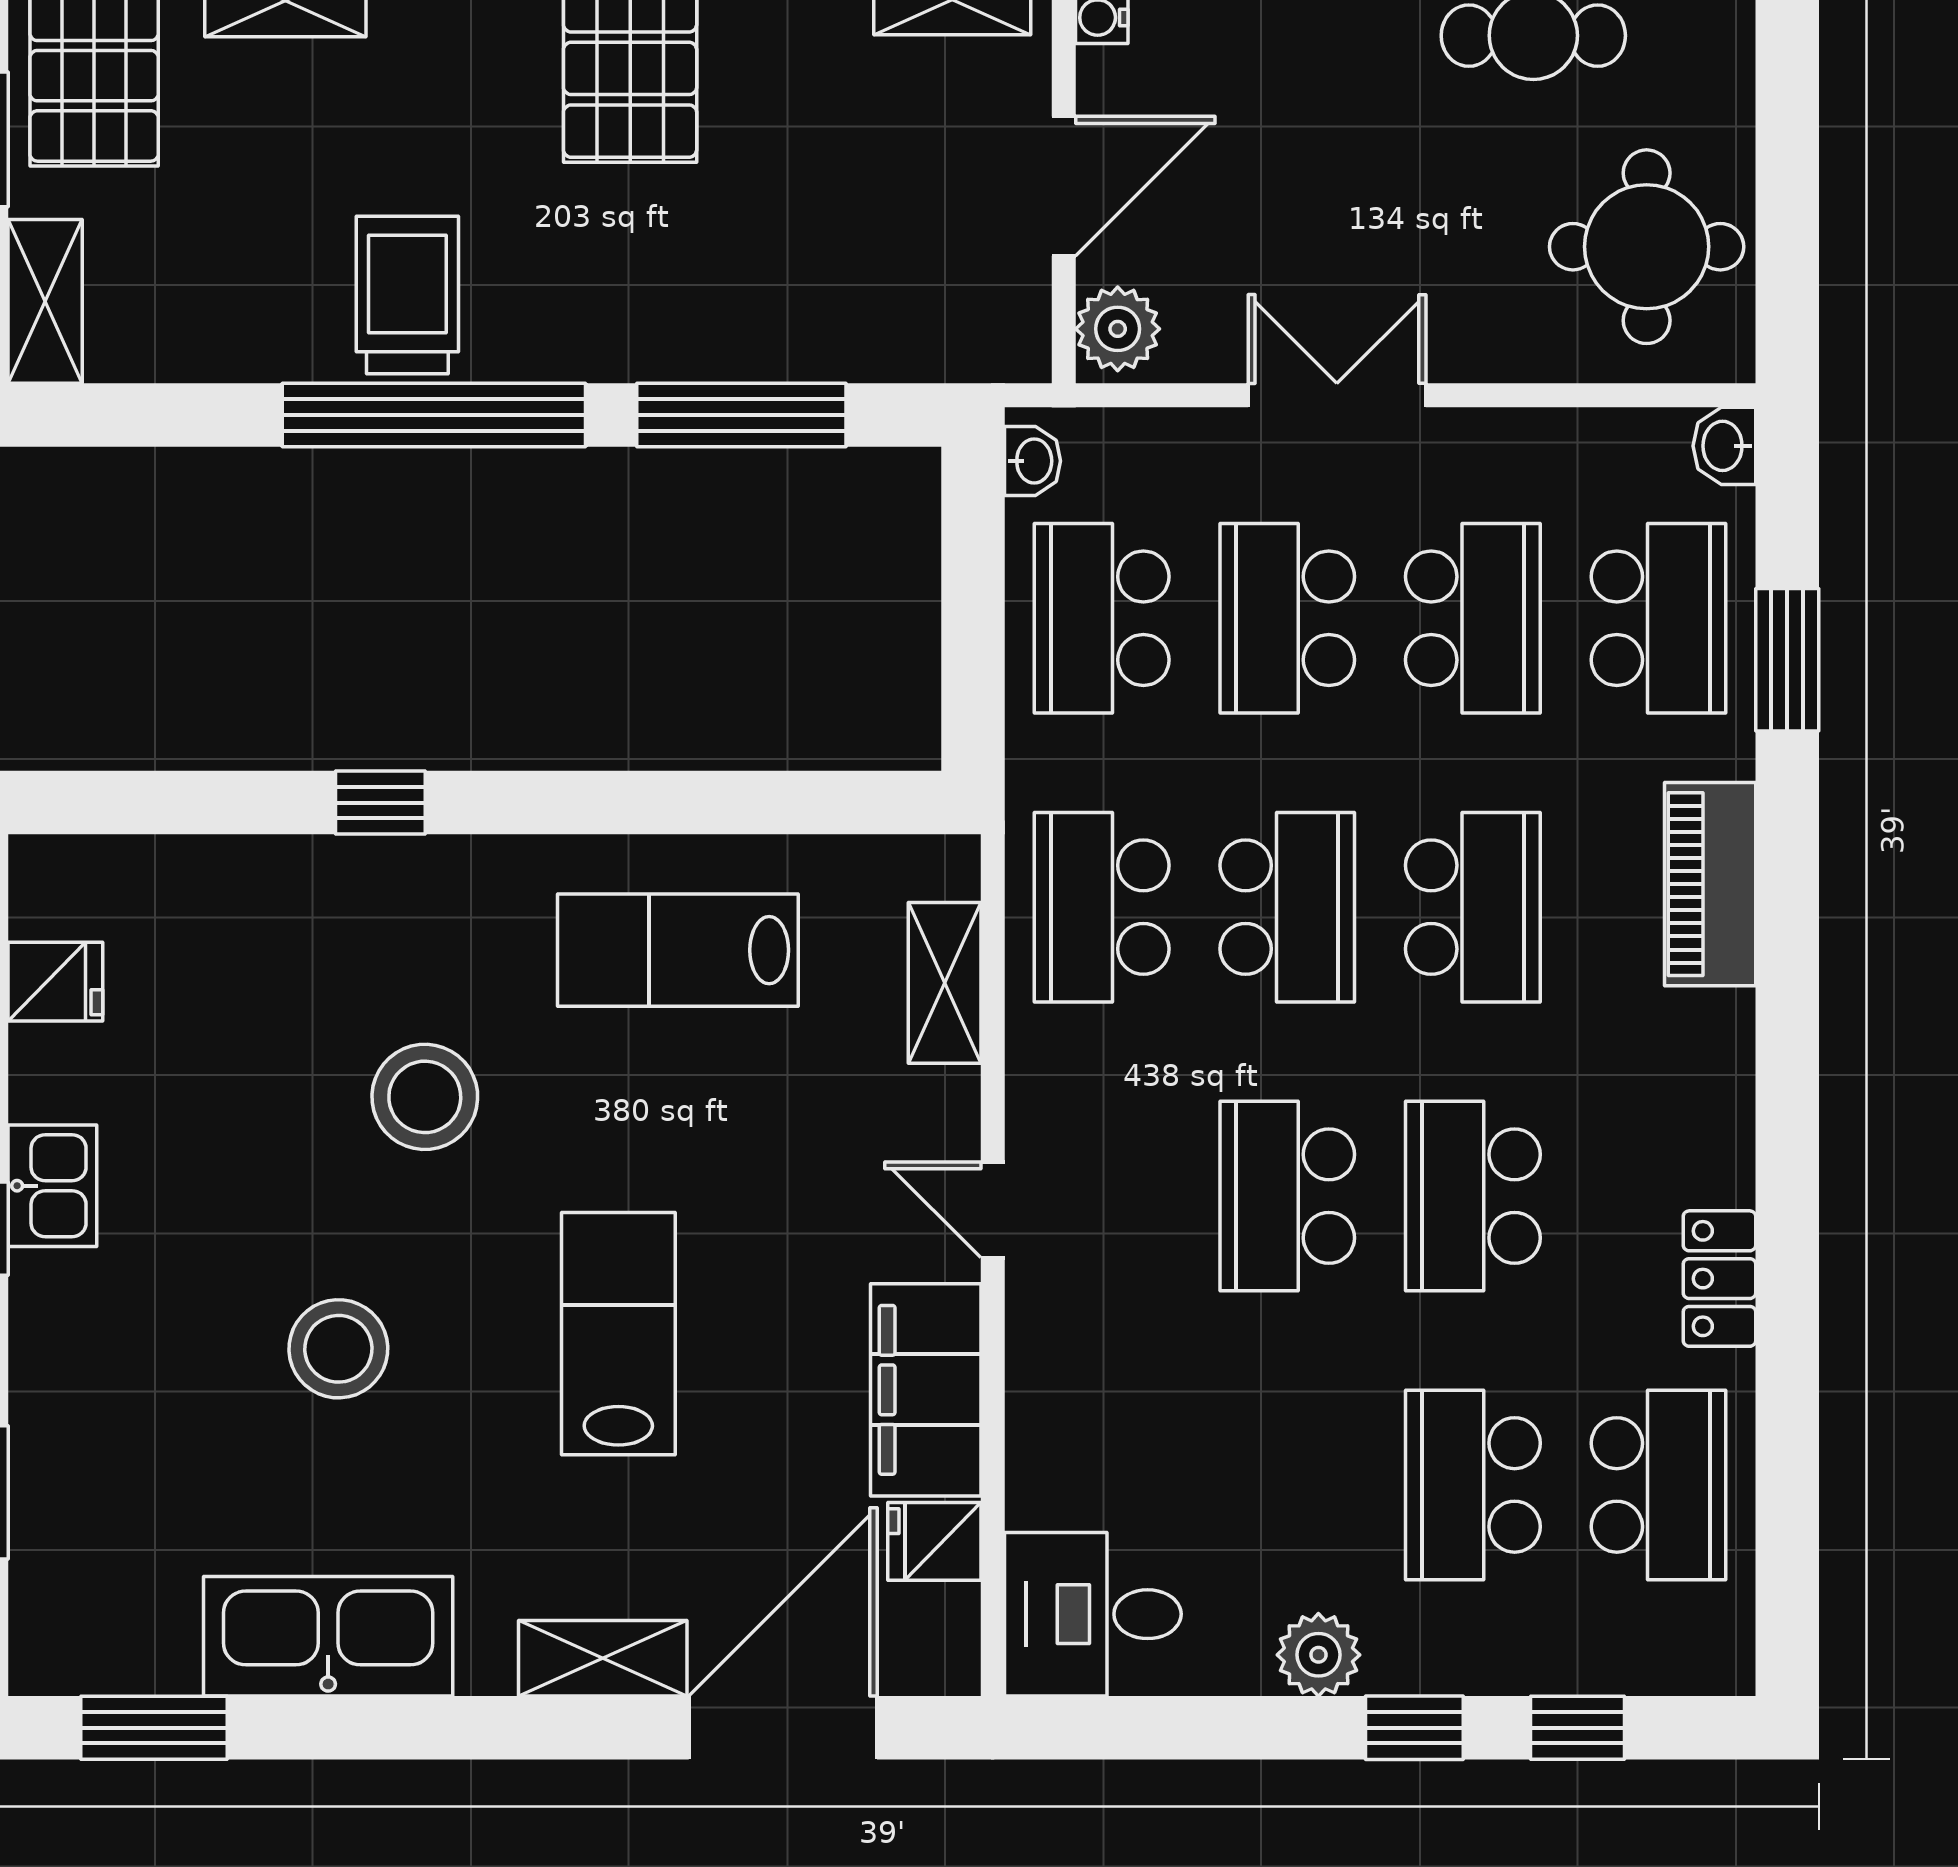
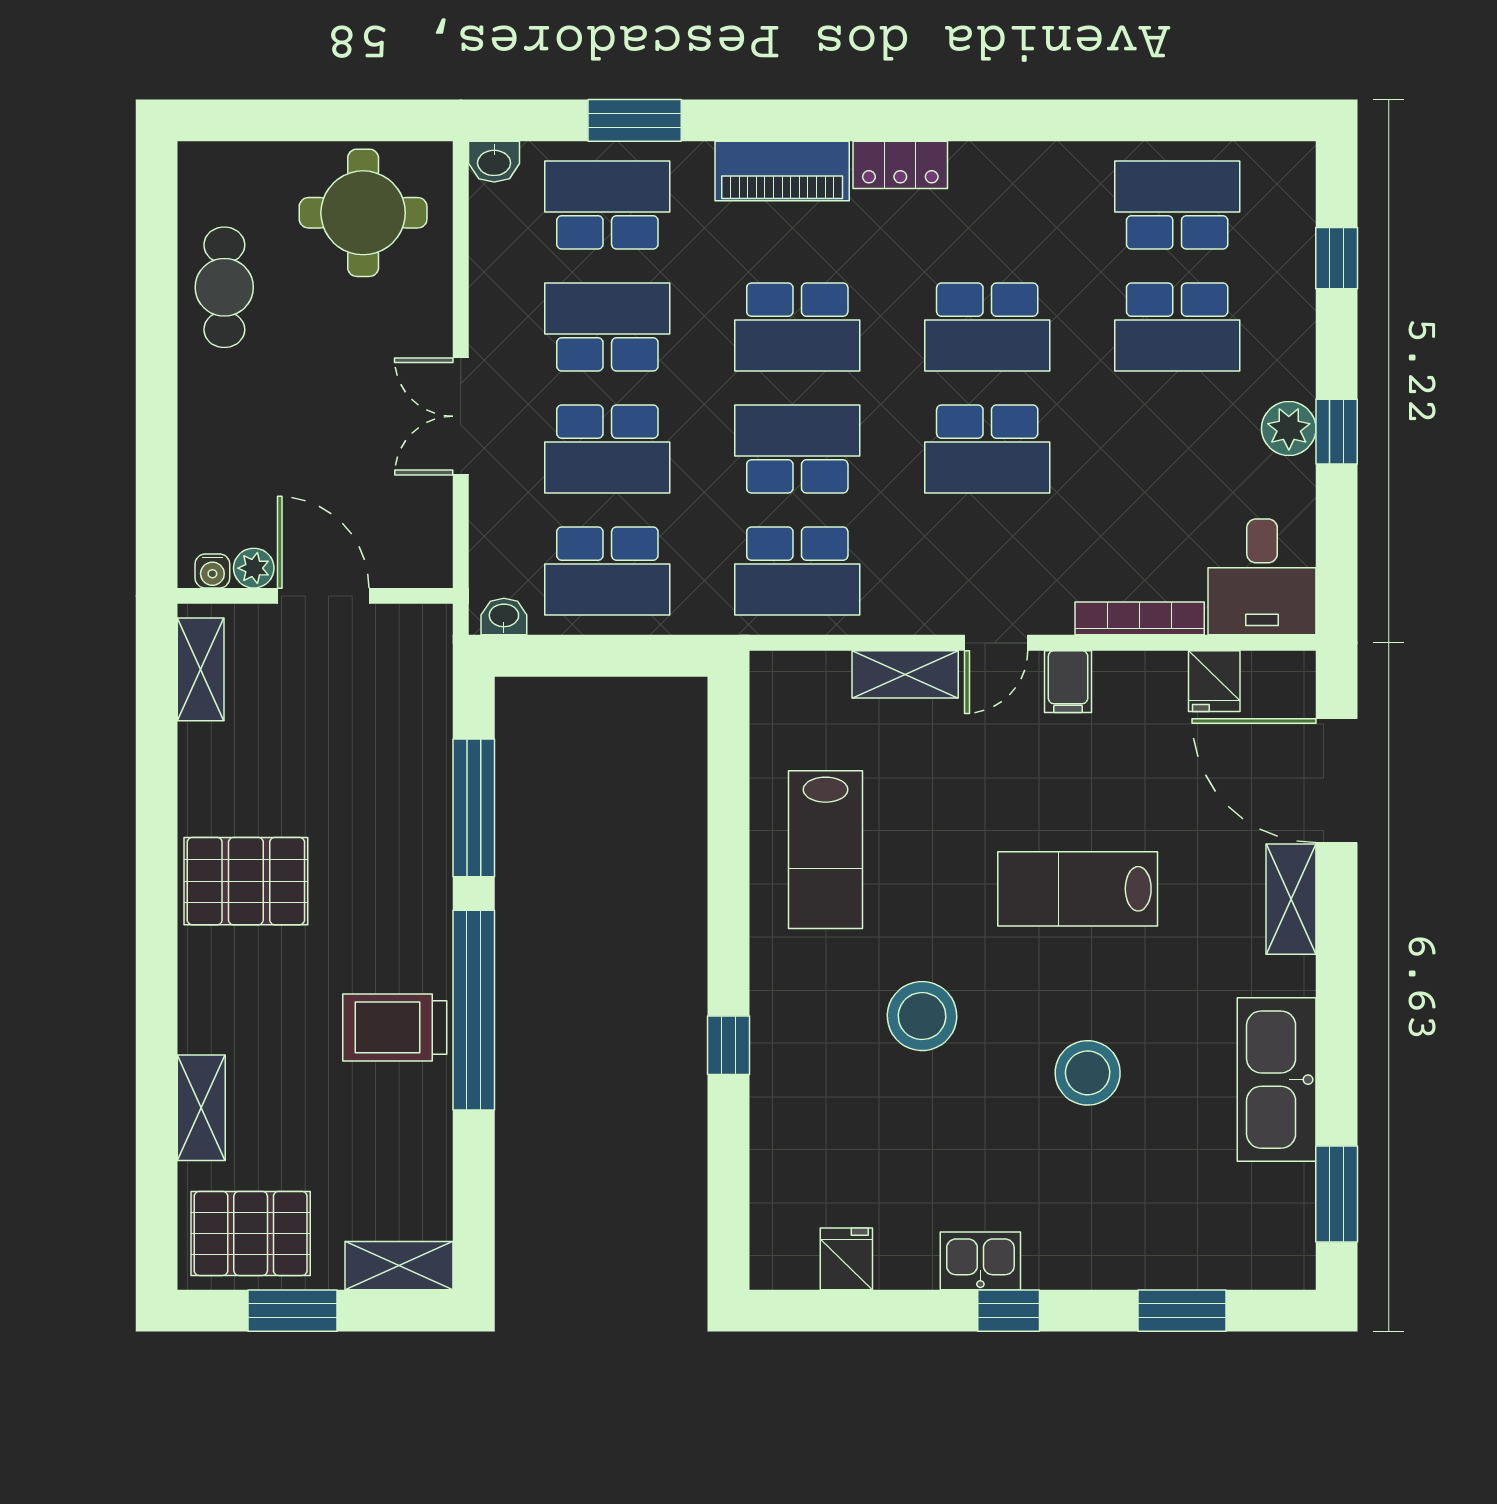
plant: (1118, 329) -> (254, 568), moved, width x0.73, depth x0.73
school desk: (1473, 907) -> (797, 327), turned 180
shelving: (945, 983) -> (905, 674), moved
locker: (1719, 1279) -> (900, 165), moved
filing cabinet: (926, 1390) -> (1068, 682), width x0.33, depth x0.86
bookcase: (1030, 1428) -> (1140, 618), added
window: (1414, 1728) -> (1337, 432), moved

